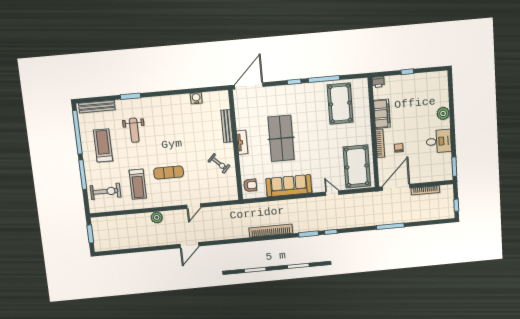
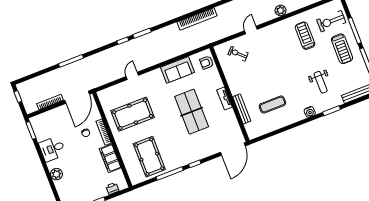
printer: (378, 82) -> (112, 188), moved
water cooler: (196, 98) -> (310, 112), moved
weight bench: (134, 130) -> (321, 82), turned 180
treadmill: (103, 145) -> (342, 49), moved
exercise bike: (219, 163) -> (238, 54), moved
pool table: (357, 166) -> (133, 114), moved, turned 90
exercise mat: (169, 172) -> (272, 105), moved
sofa: (289, 186) -> (178, 70), width x0.73
door: (332, 193) -> (132, 76), swing flipped
bookcase: (271, 231) -> (197, 19), moved

